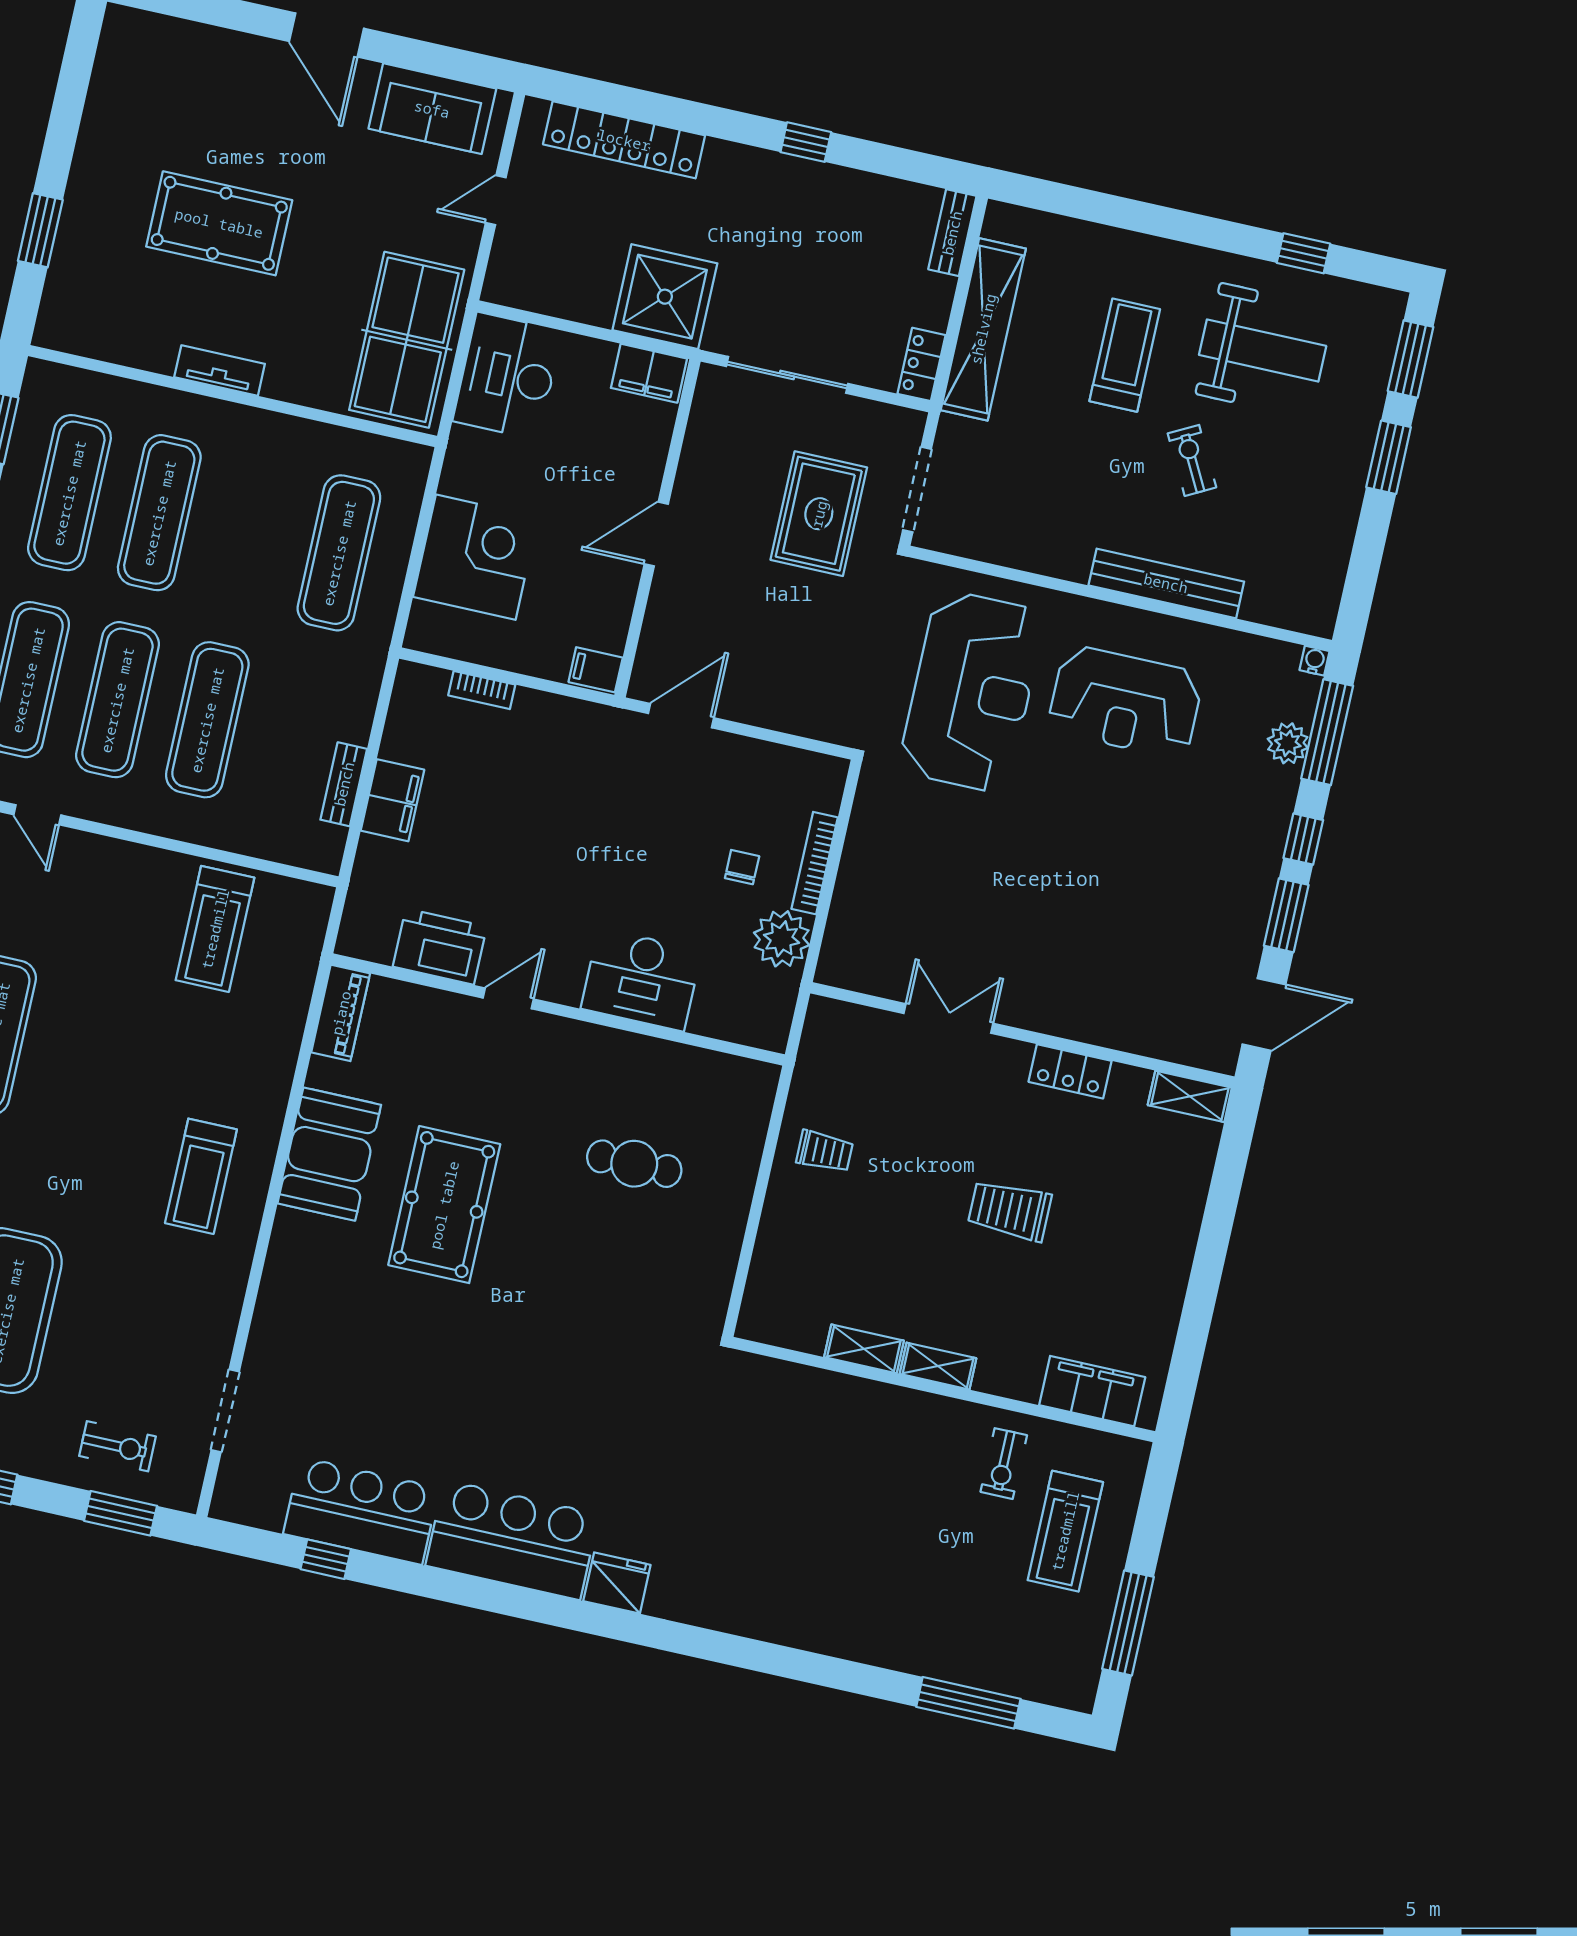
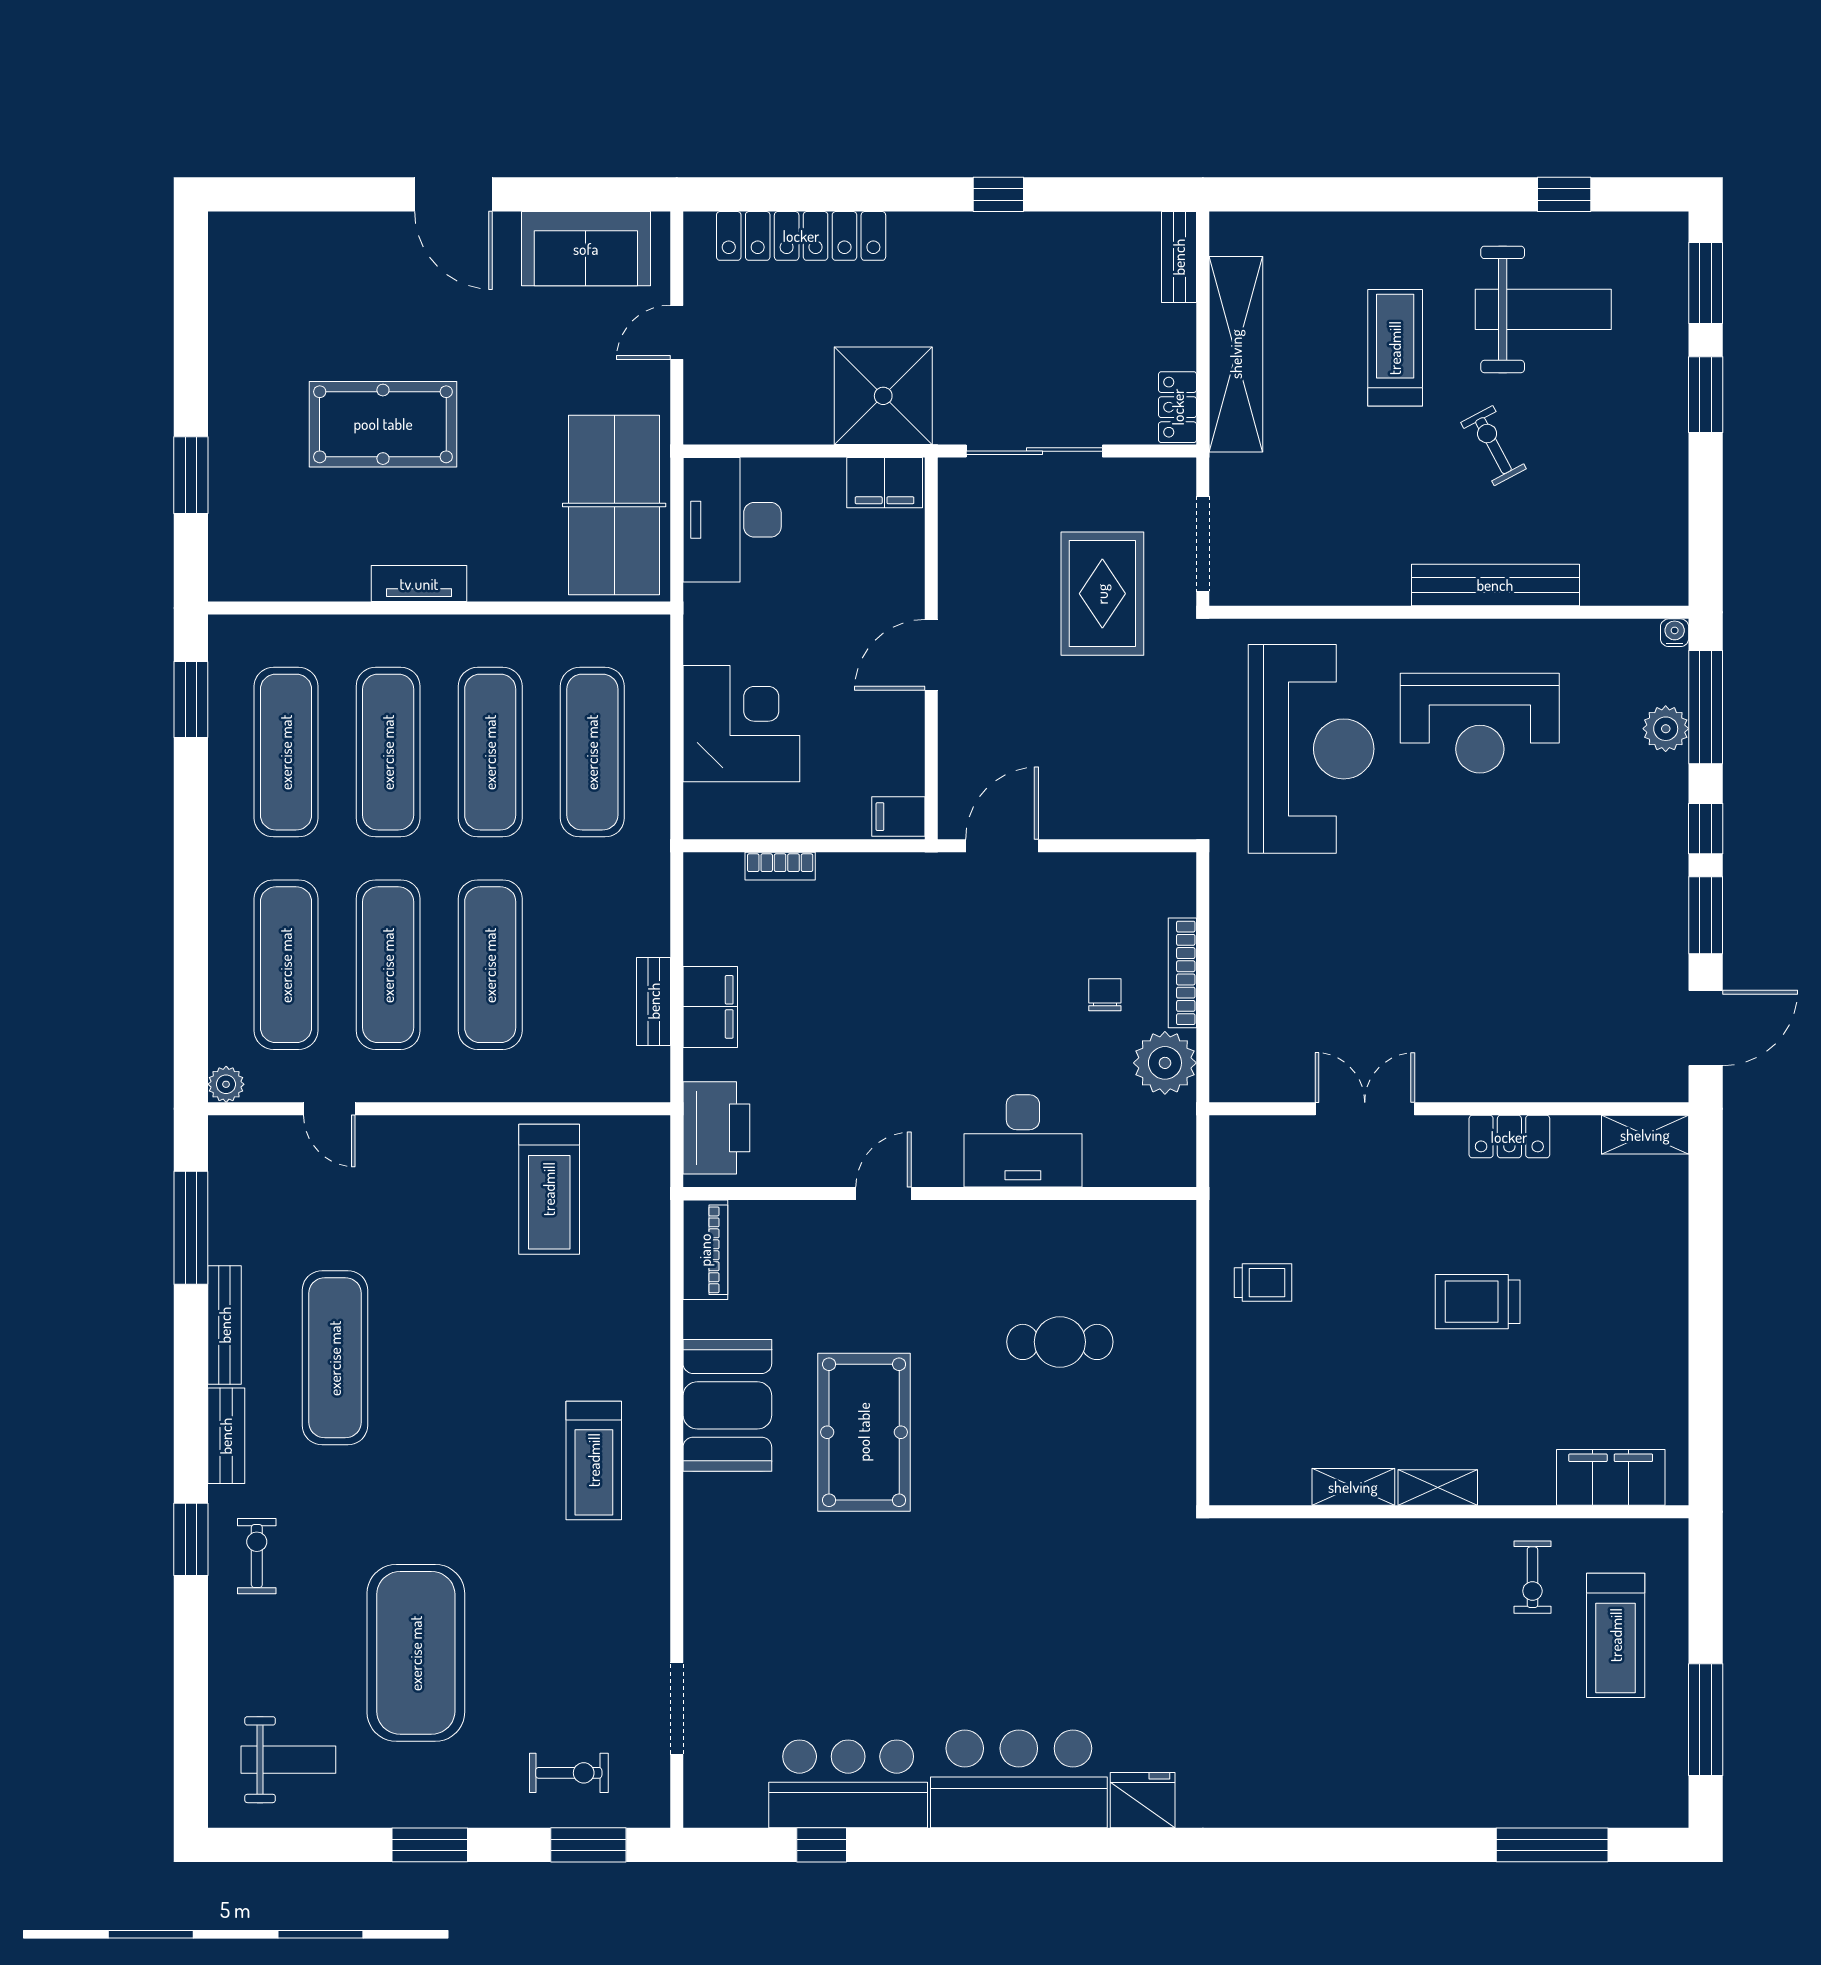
exercise mat: (249, 533) -> (490, 752), added
printer: (440, 947) -> (716, 1128), moved, turned 90

